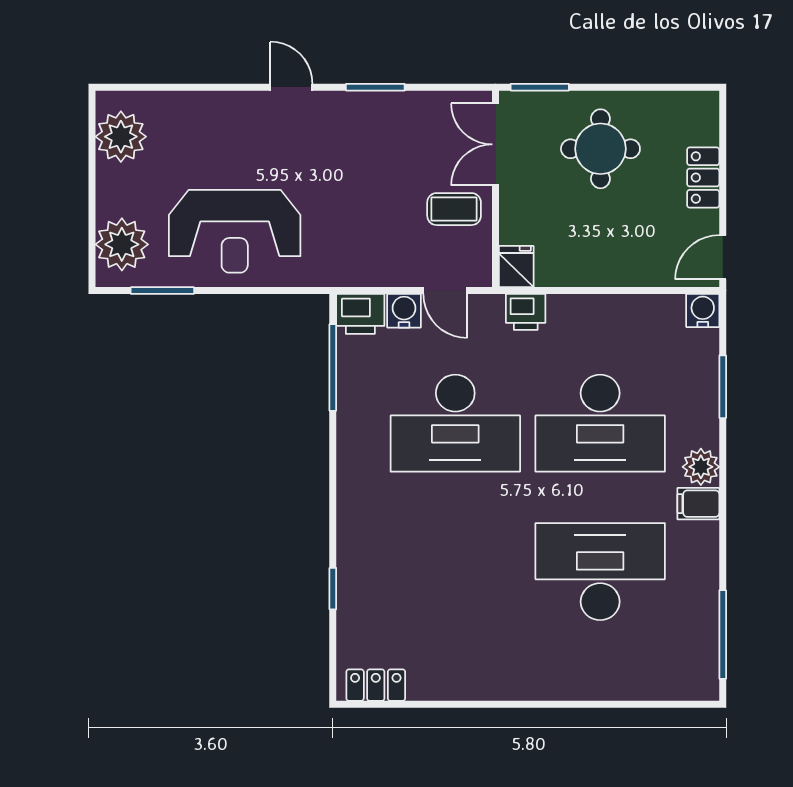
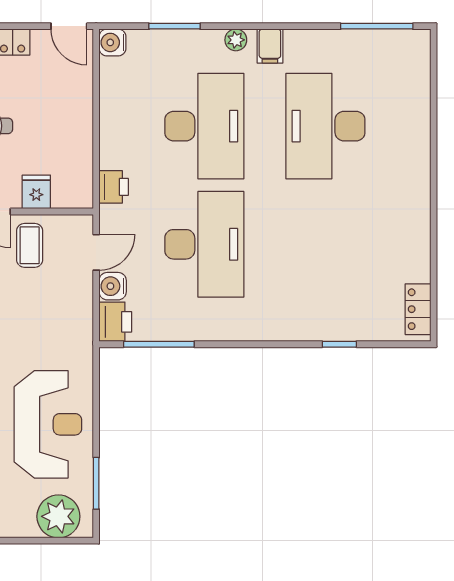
fridge: (516, 267) -> (36, 192), moved, turned 90
plant: (701, 467) -> (236, 40), width x0.73, depth x0.73

